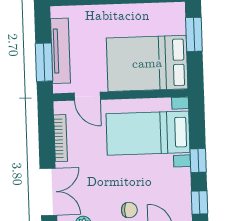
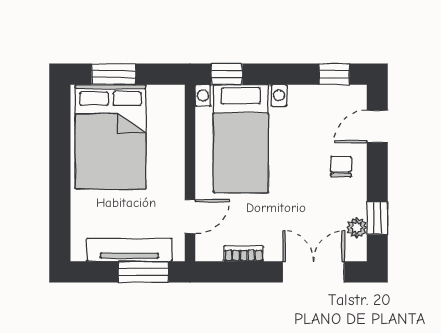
bed: (147, 63) -> (111, 137), moved
bookcase: (60, 138) -> (244, 254), width x0.64
window: (198, 161) -> (227, 74), moved

